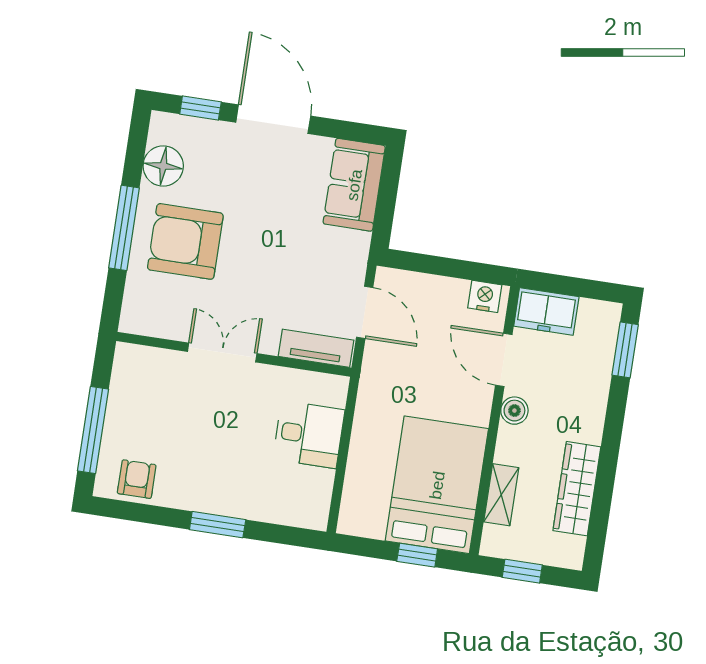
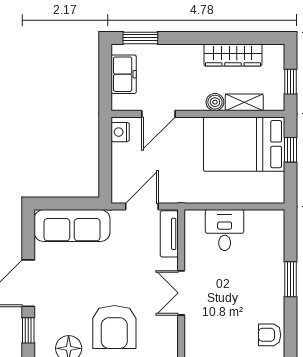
sofa: (354, 185) -> (72, 226), width x1.36
freezer: (546, 311) -> (124, 74), moved
boiler: (514, 411) -> (215, 102), moved

